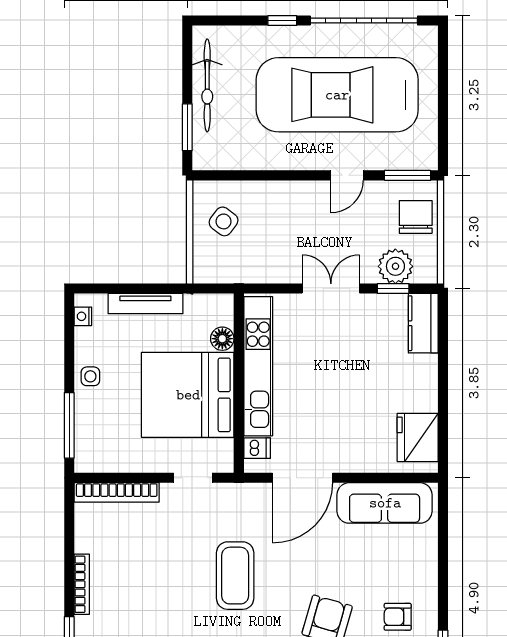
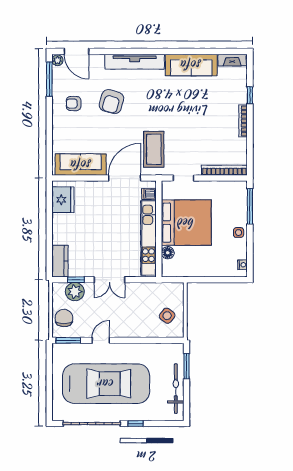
chair: (416, 217) -> (64, 318), turned 180
tv unit: (145, 304) -> (209, 272), removed
coffee table: (235, 576) -> (154, 149), moved
armchair: (398, 617) -> (74, 103), turned 180

